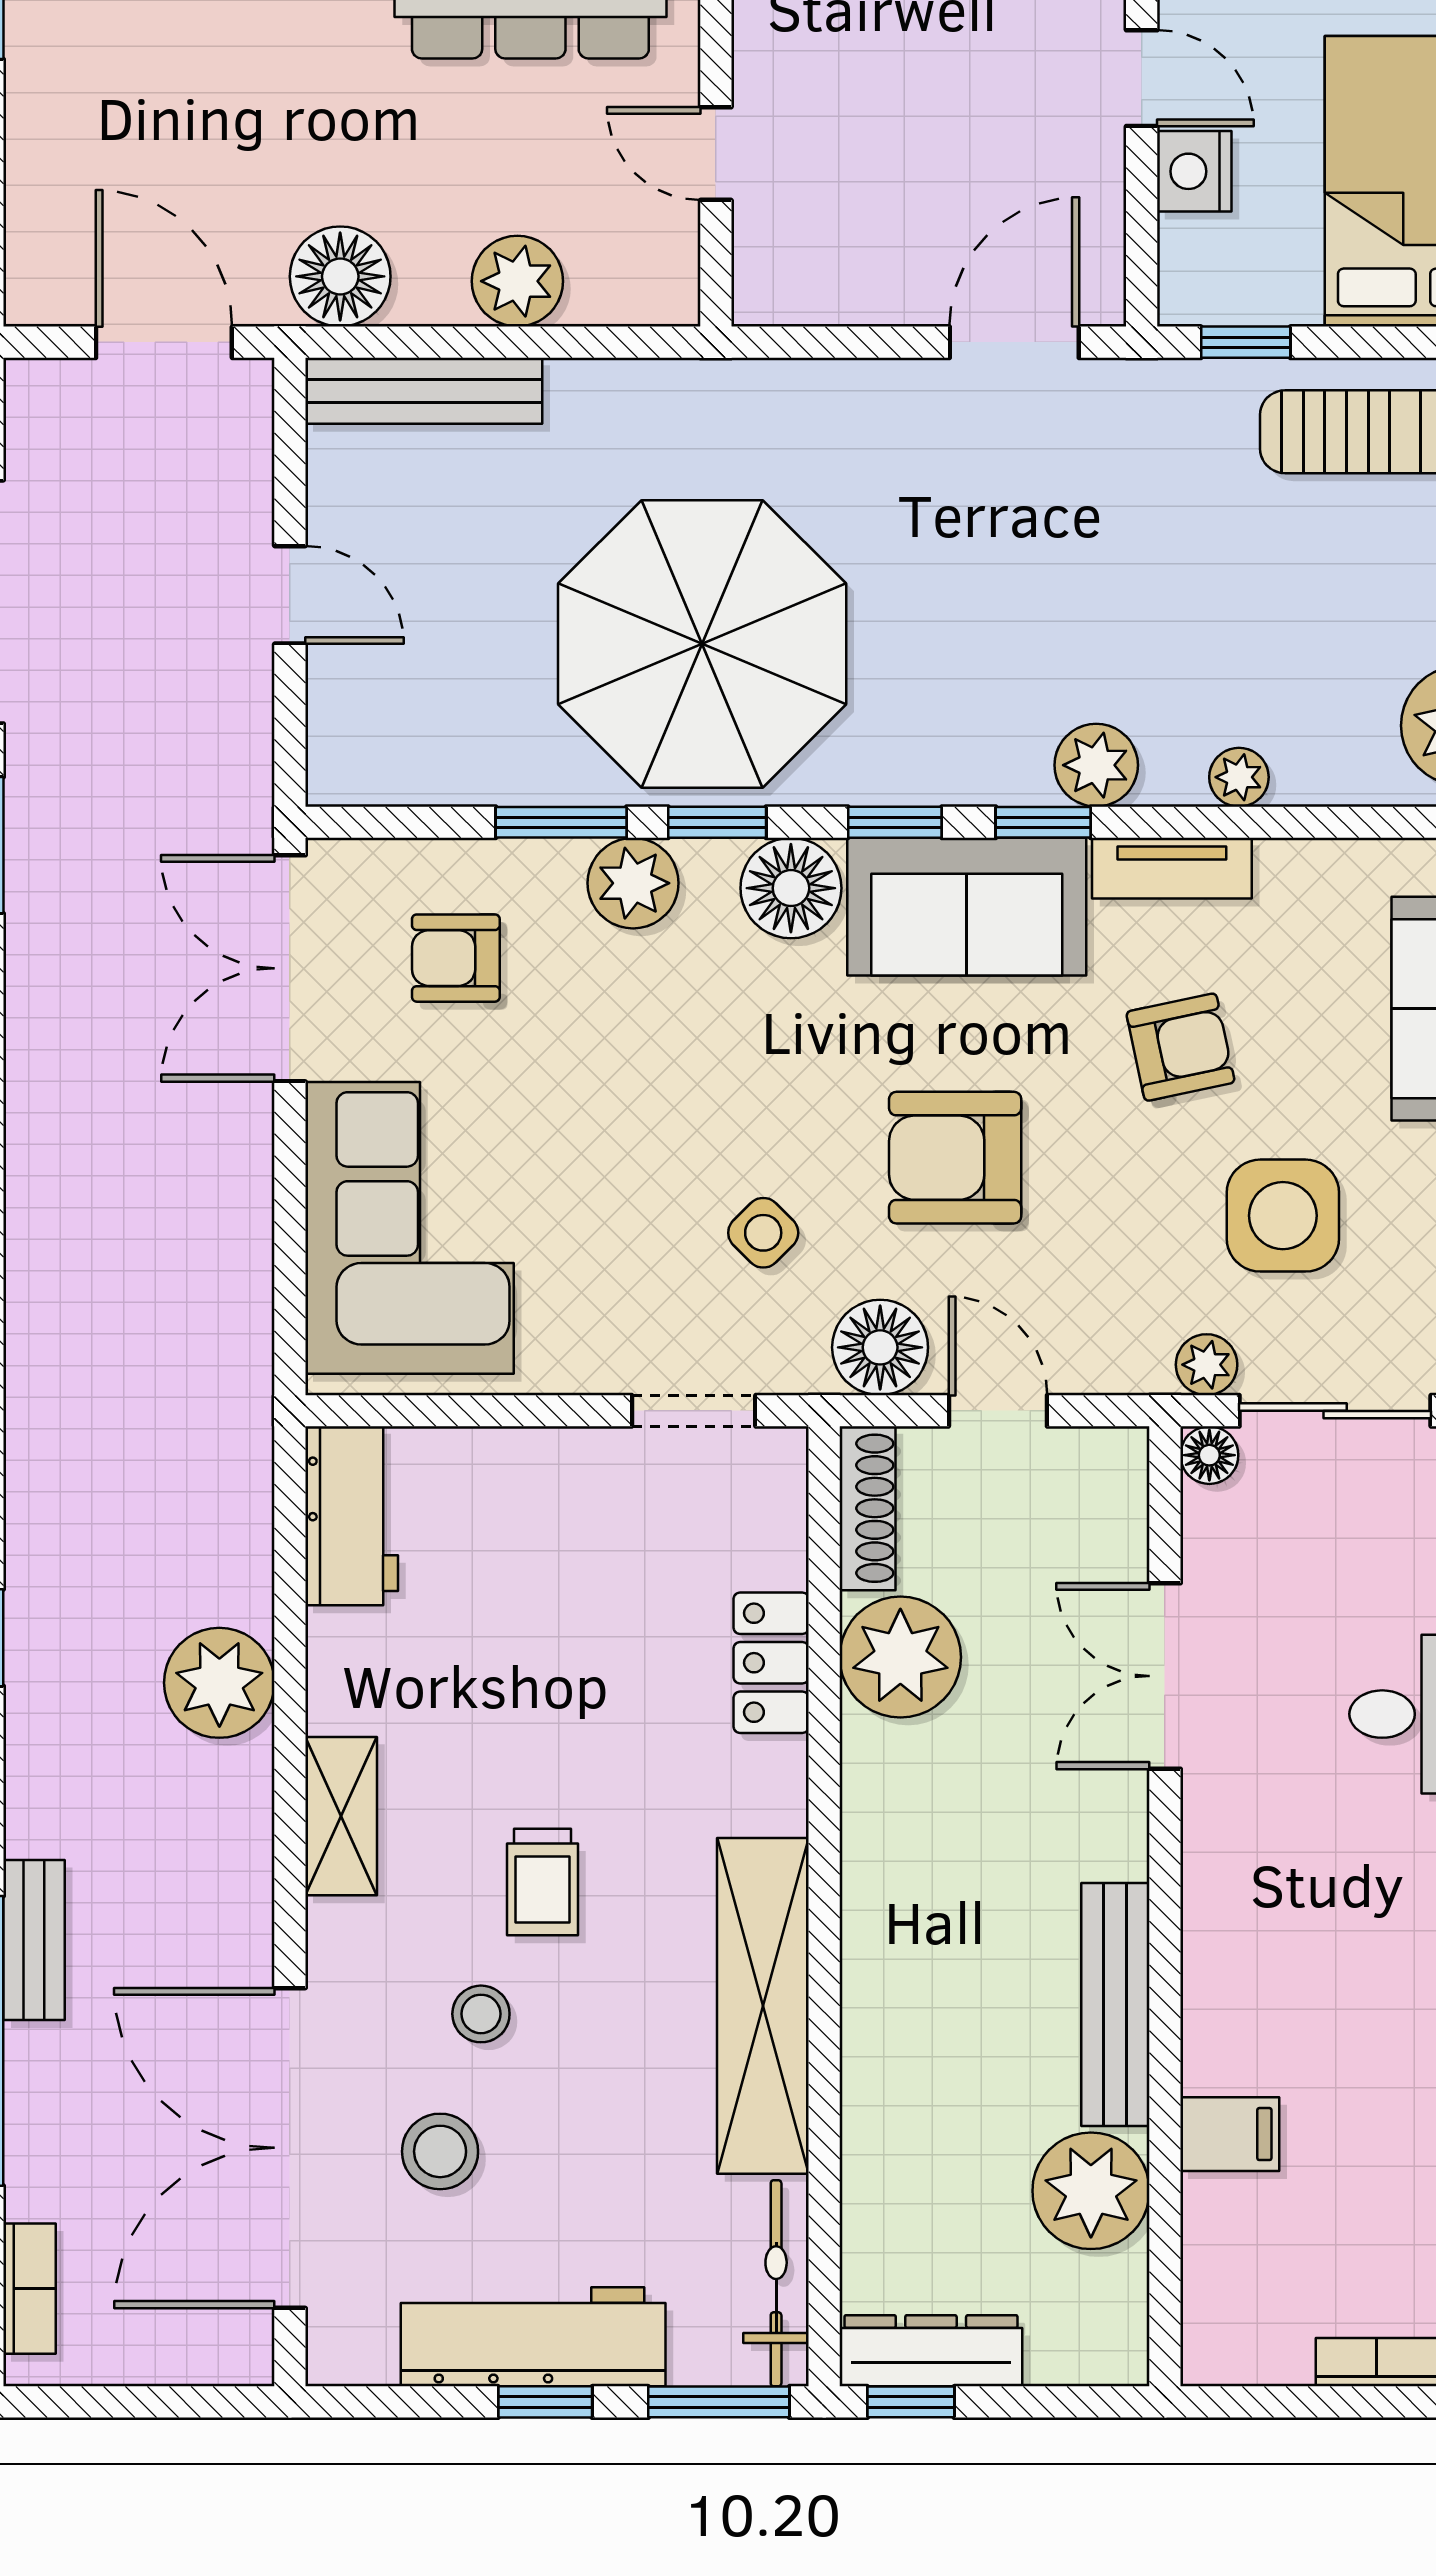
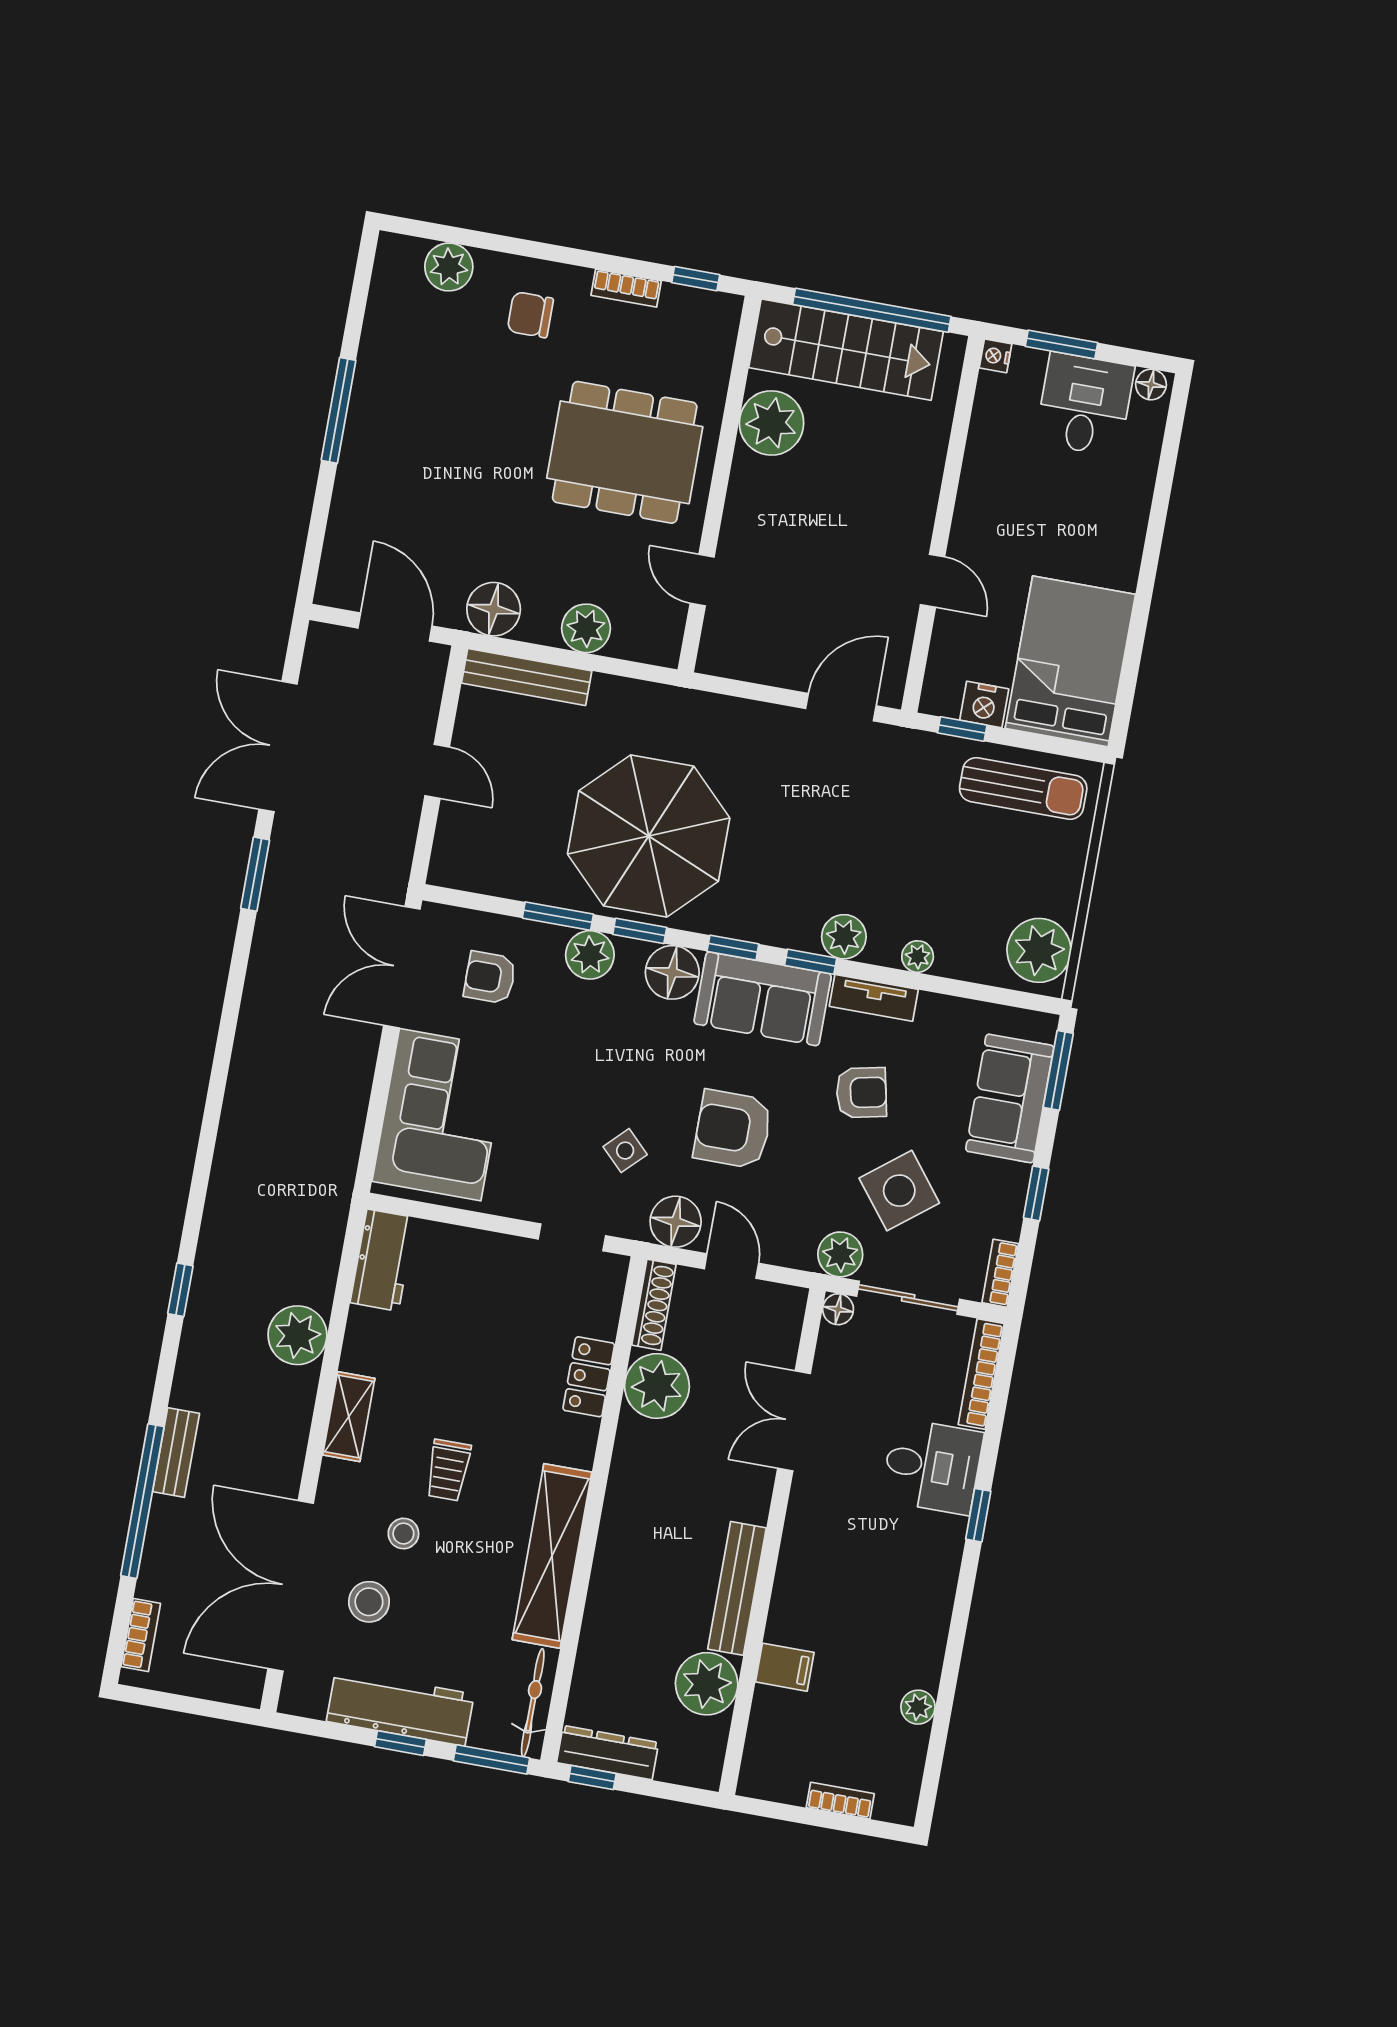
nightstand: (1194, 171) -> (984, 705), moved, turned -90
side table: (1283, 1216) -> (899, 1191), turned -38
plant: (1207, 1365) -> (840, 1254), width x1.38, depth x1.38

